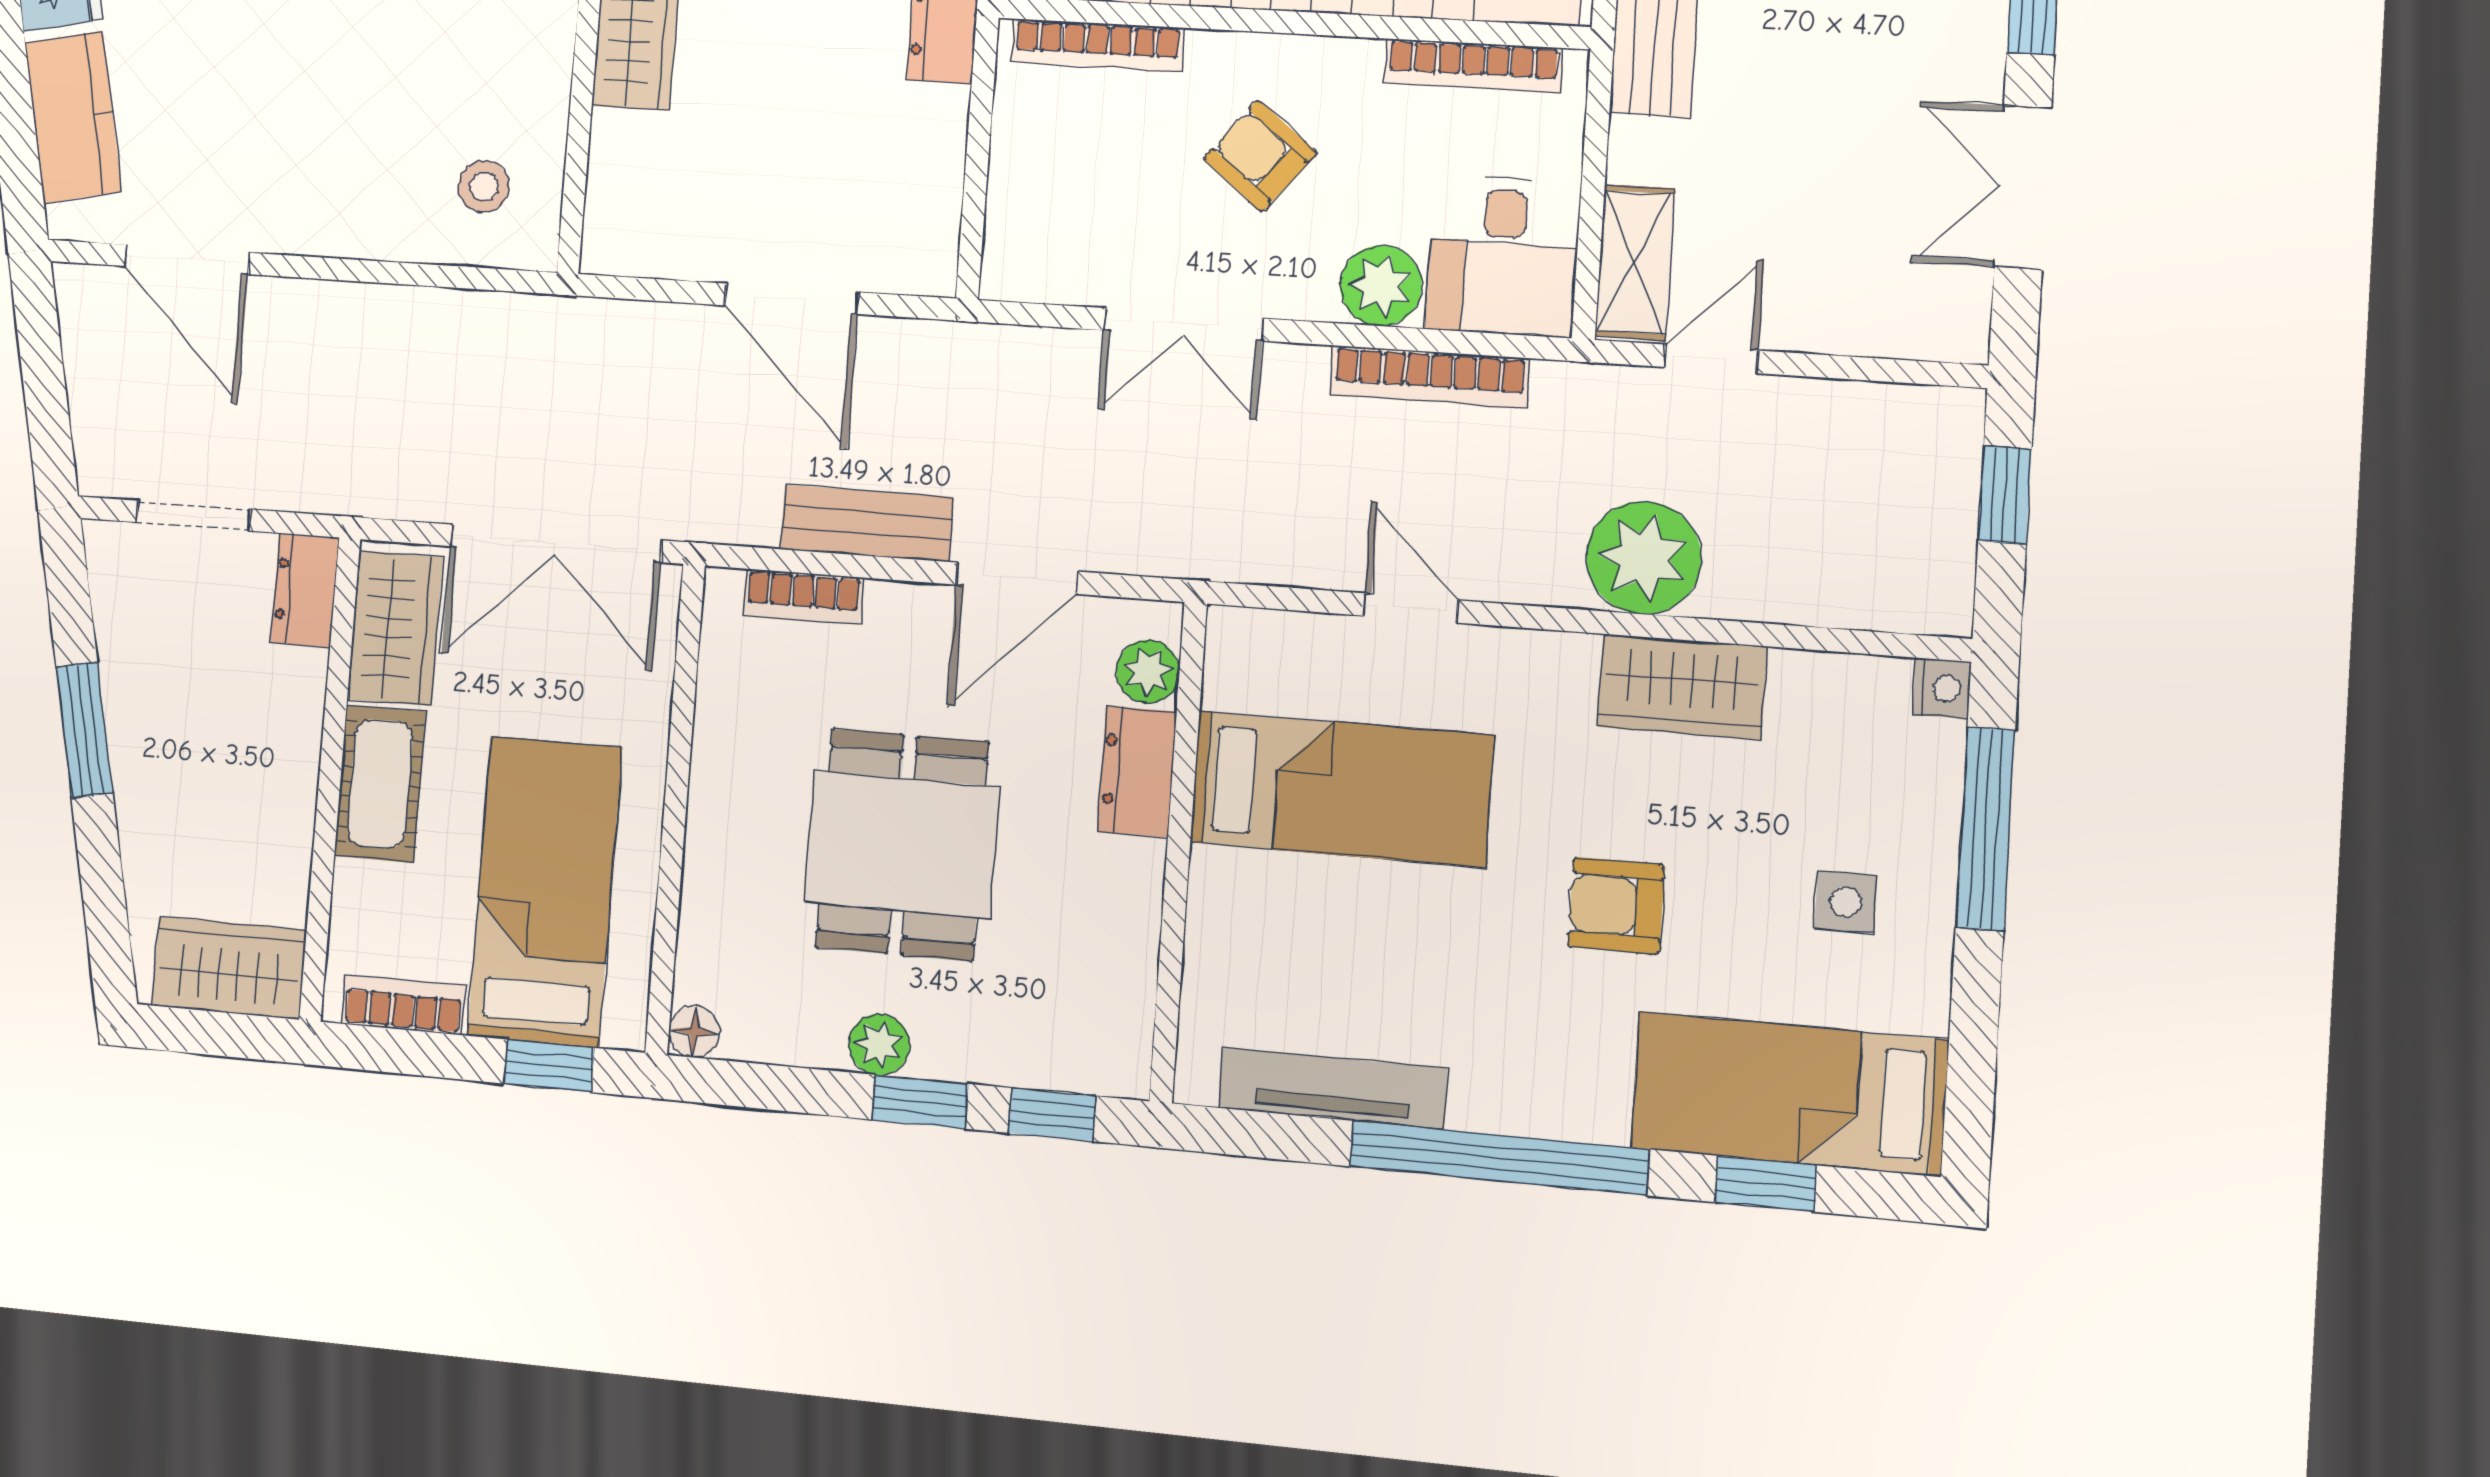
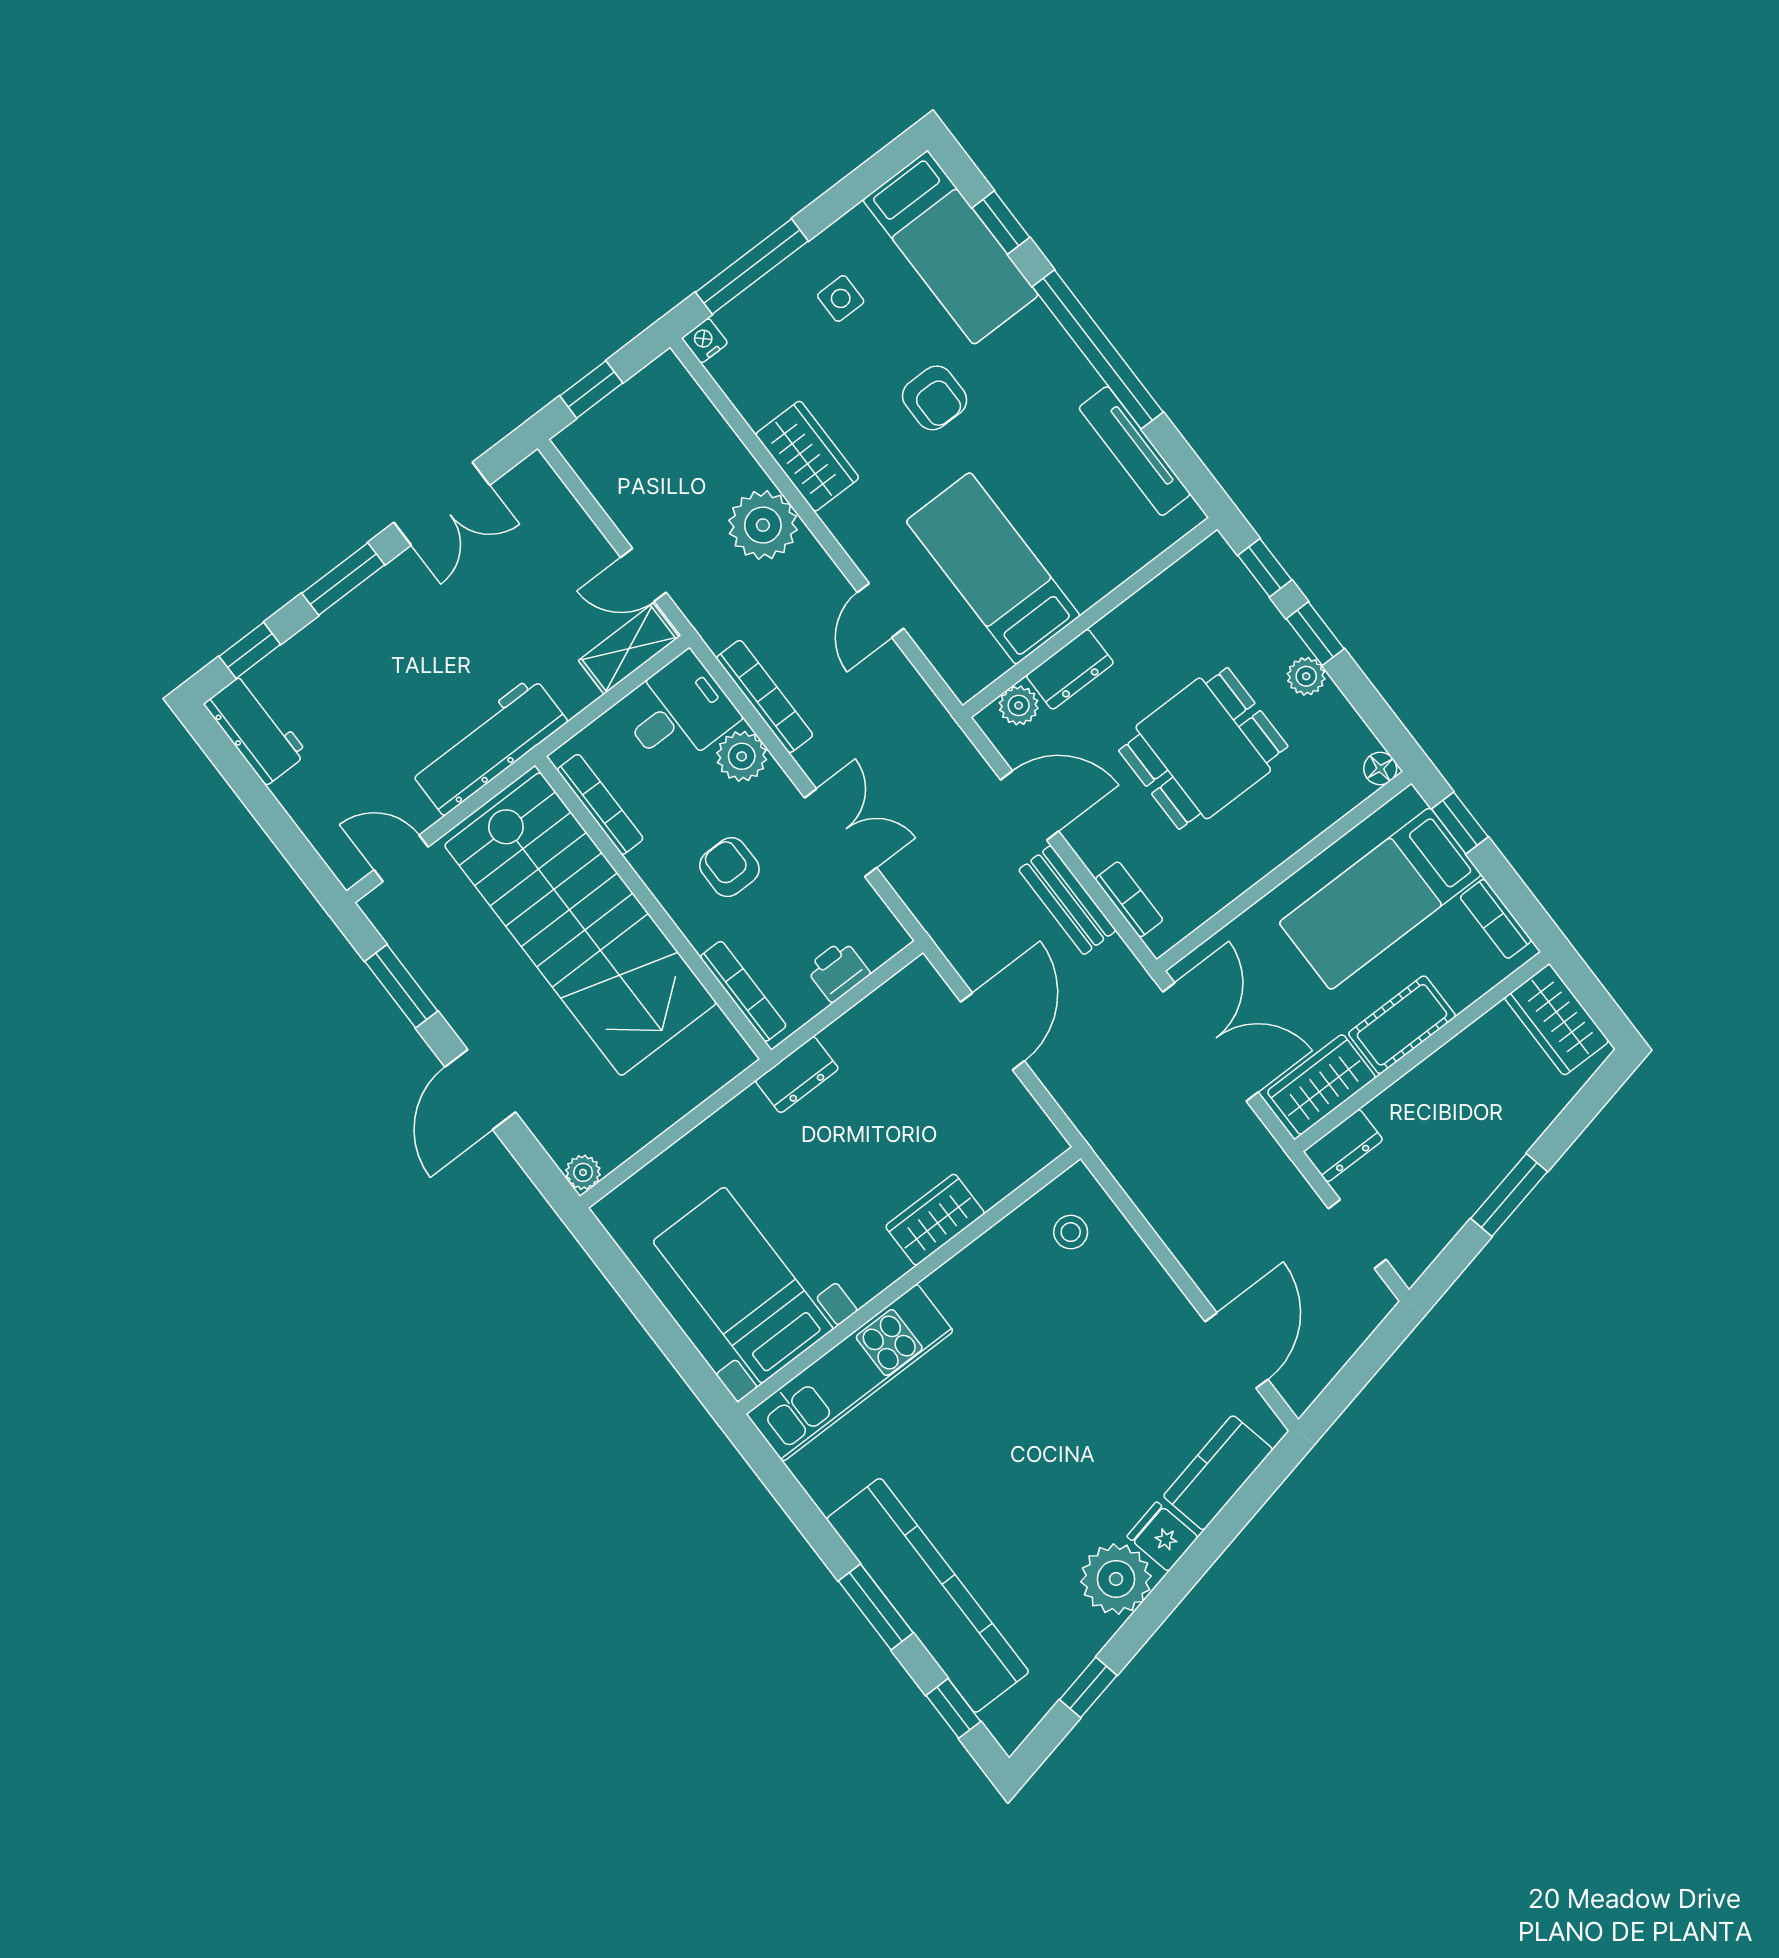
armchair: (1260, 156) -> (729, 867), turned 141
printer: (1023, 178) -> (838, 971), added

